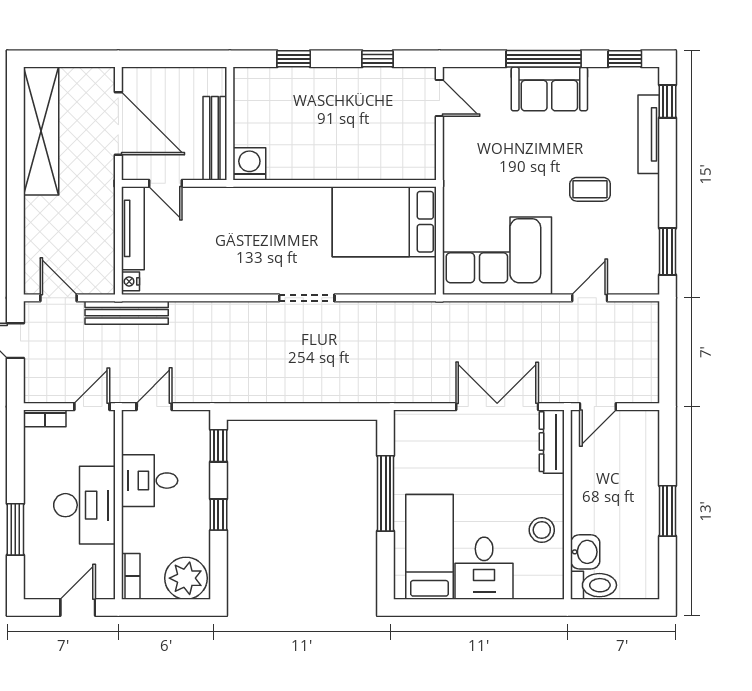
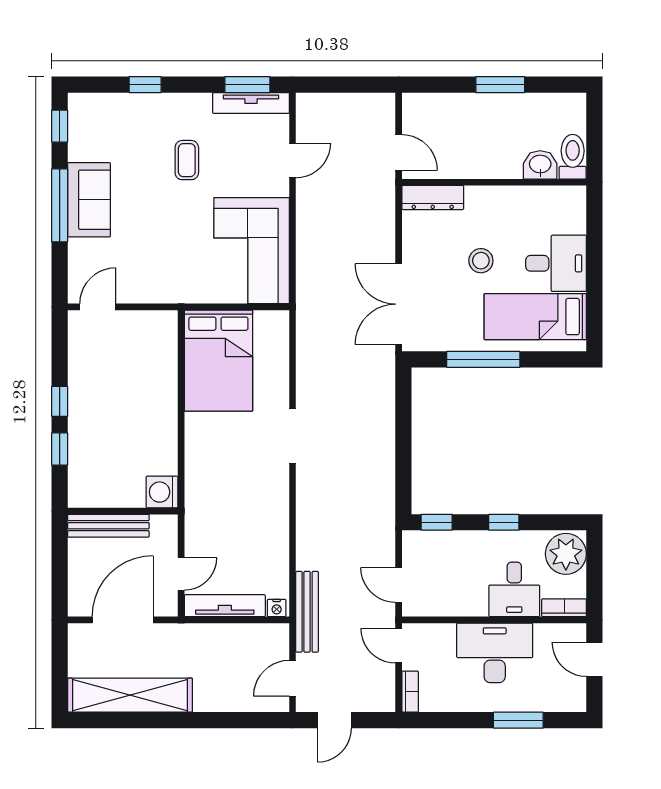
window: (377, 59) -> (60, 401), moved
window: (667, 101) -> (145, 85), moved
tv unit: (649, 134) -> (251, 103), moved
bench: (215, 138) -> (108, 526), moved
door: (590, 298) -> (293, 160), swing flipped
double door: (497, 407) -> (399, 304), moved
desk: (150, 481) -> (514, 589), moved
stool: (542, 530) -> (481, 261), moved

